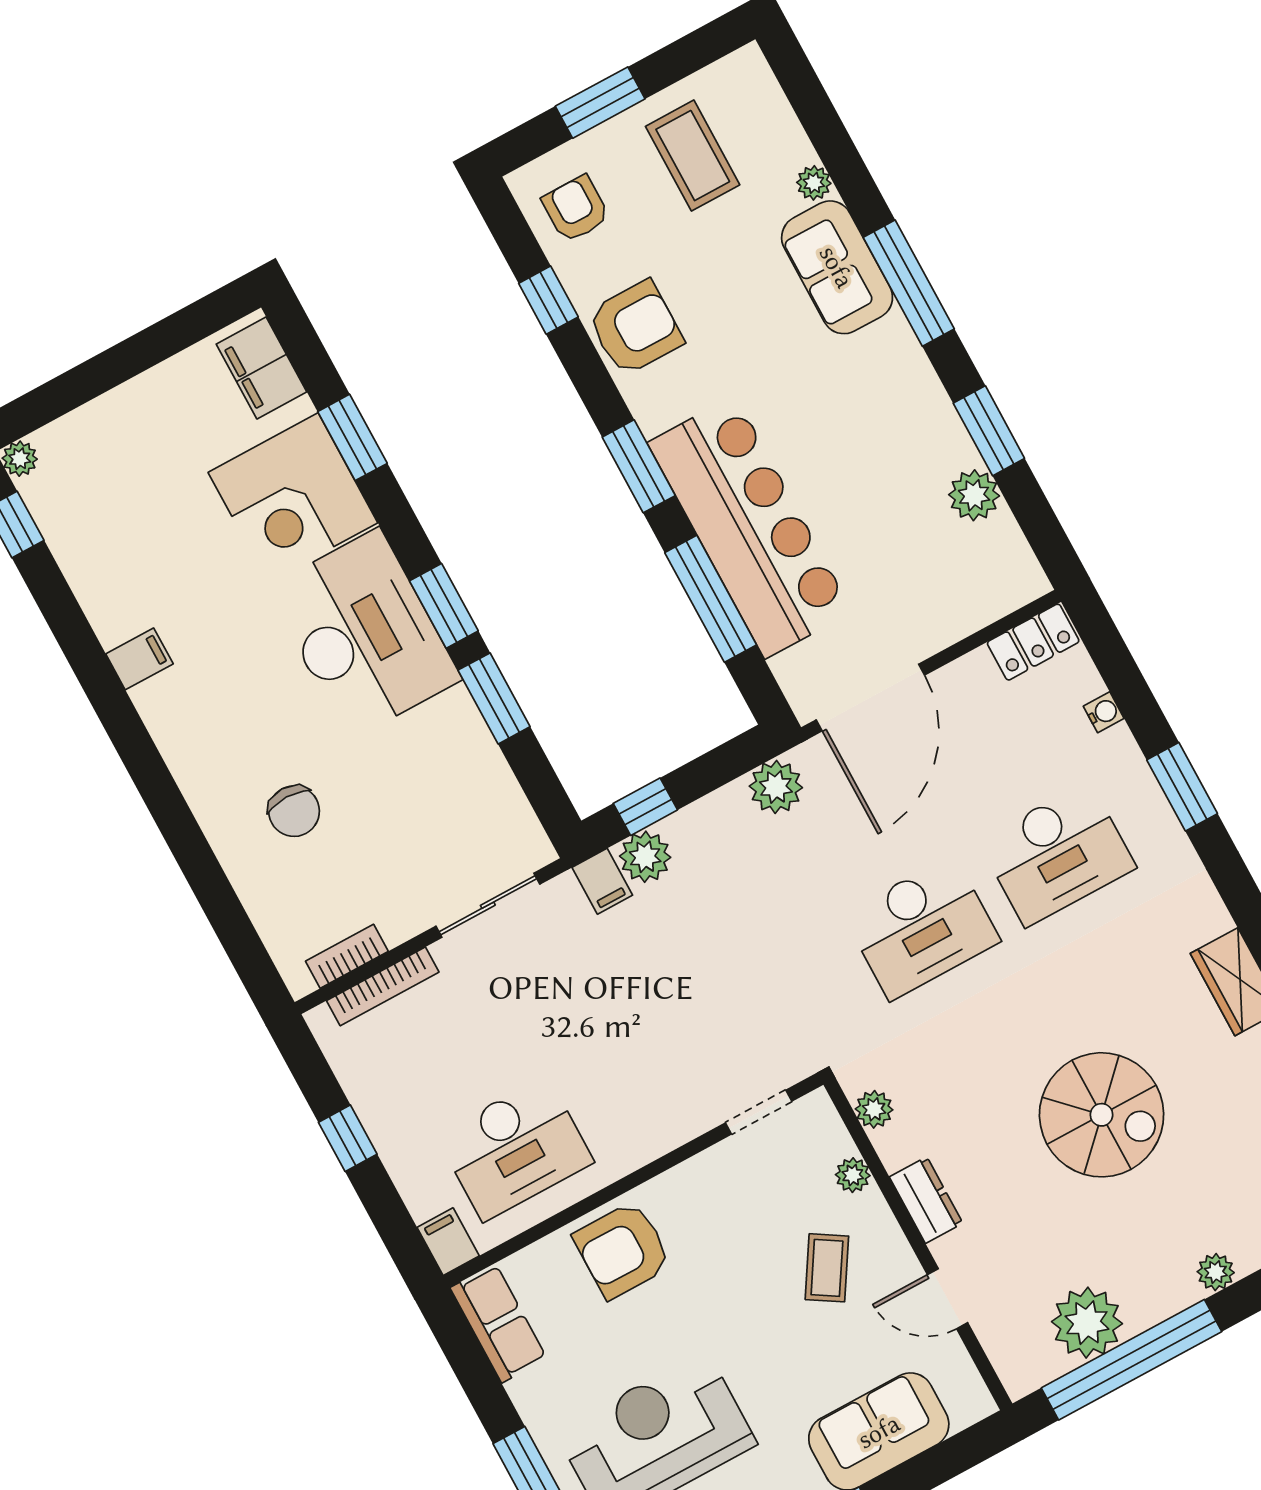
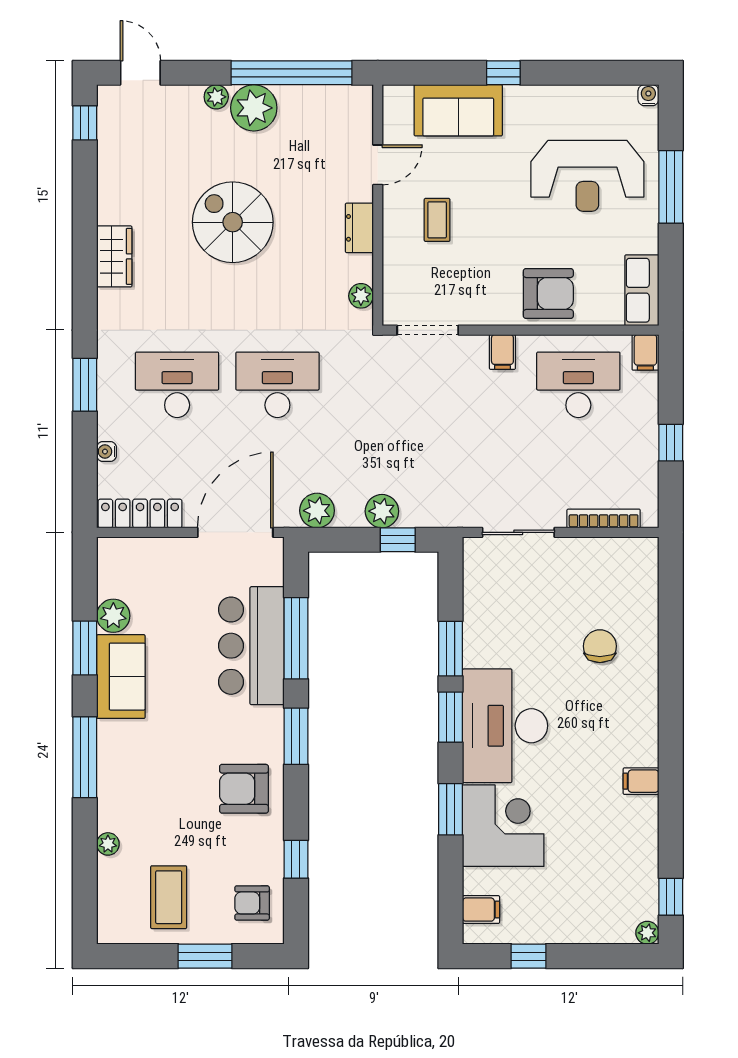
armchair: (576, 209) -> (252, 903), turned 90
sofa: (837, 267) -> (121, 677), moved
armchair: (635, 328) -> (244, 789), moved
window: (163, 340) -> (528, 956), added
filing cabinet: (261, 368) -> (481, 910), width x0.50
window: (352, 437) -> (451, 809), moved
bar counter: (750, 527) -> (251, 646), width x0.73
locker: (1033, 642) -> (140, 514), width x1.53
plant: (645, 857) -> (382, 511), moved
filing cabinet: (602, 881) -> (502, 352), moved, turned 180
bookcase: (347, 956) -> (615, 547), removed
doorway: (759, 1112) -> (428, 330), width x1.38
plant: (853, 1175) -> (394, 265), removed
coffee table: (827, 1268) -> (437, 220), turned -32
door: (948, 1299) -> (378, 165), hinge flipped
plant: (1087, 1323) -> (254, 108), moved

